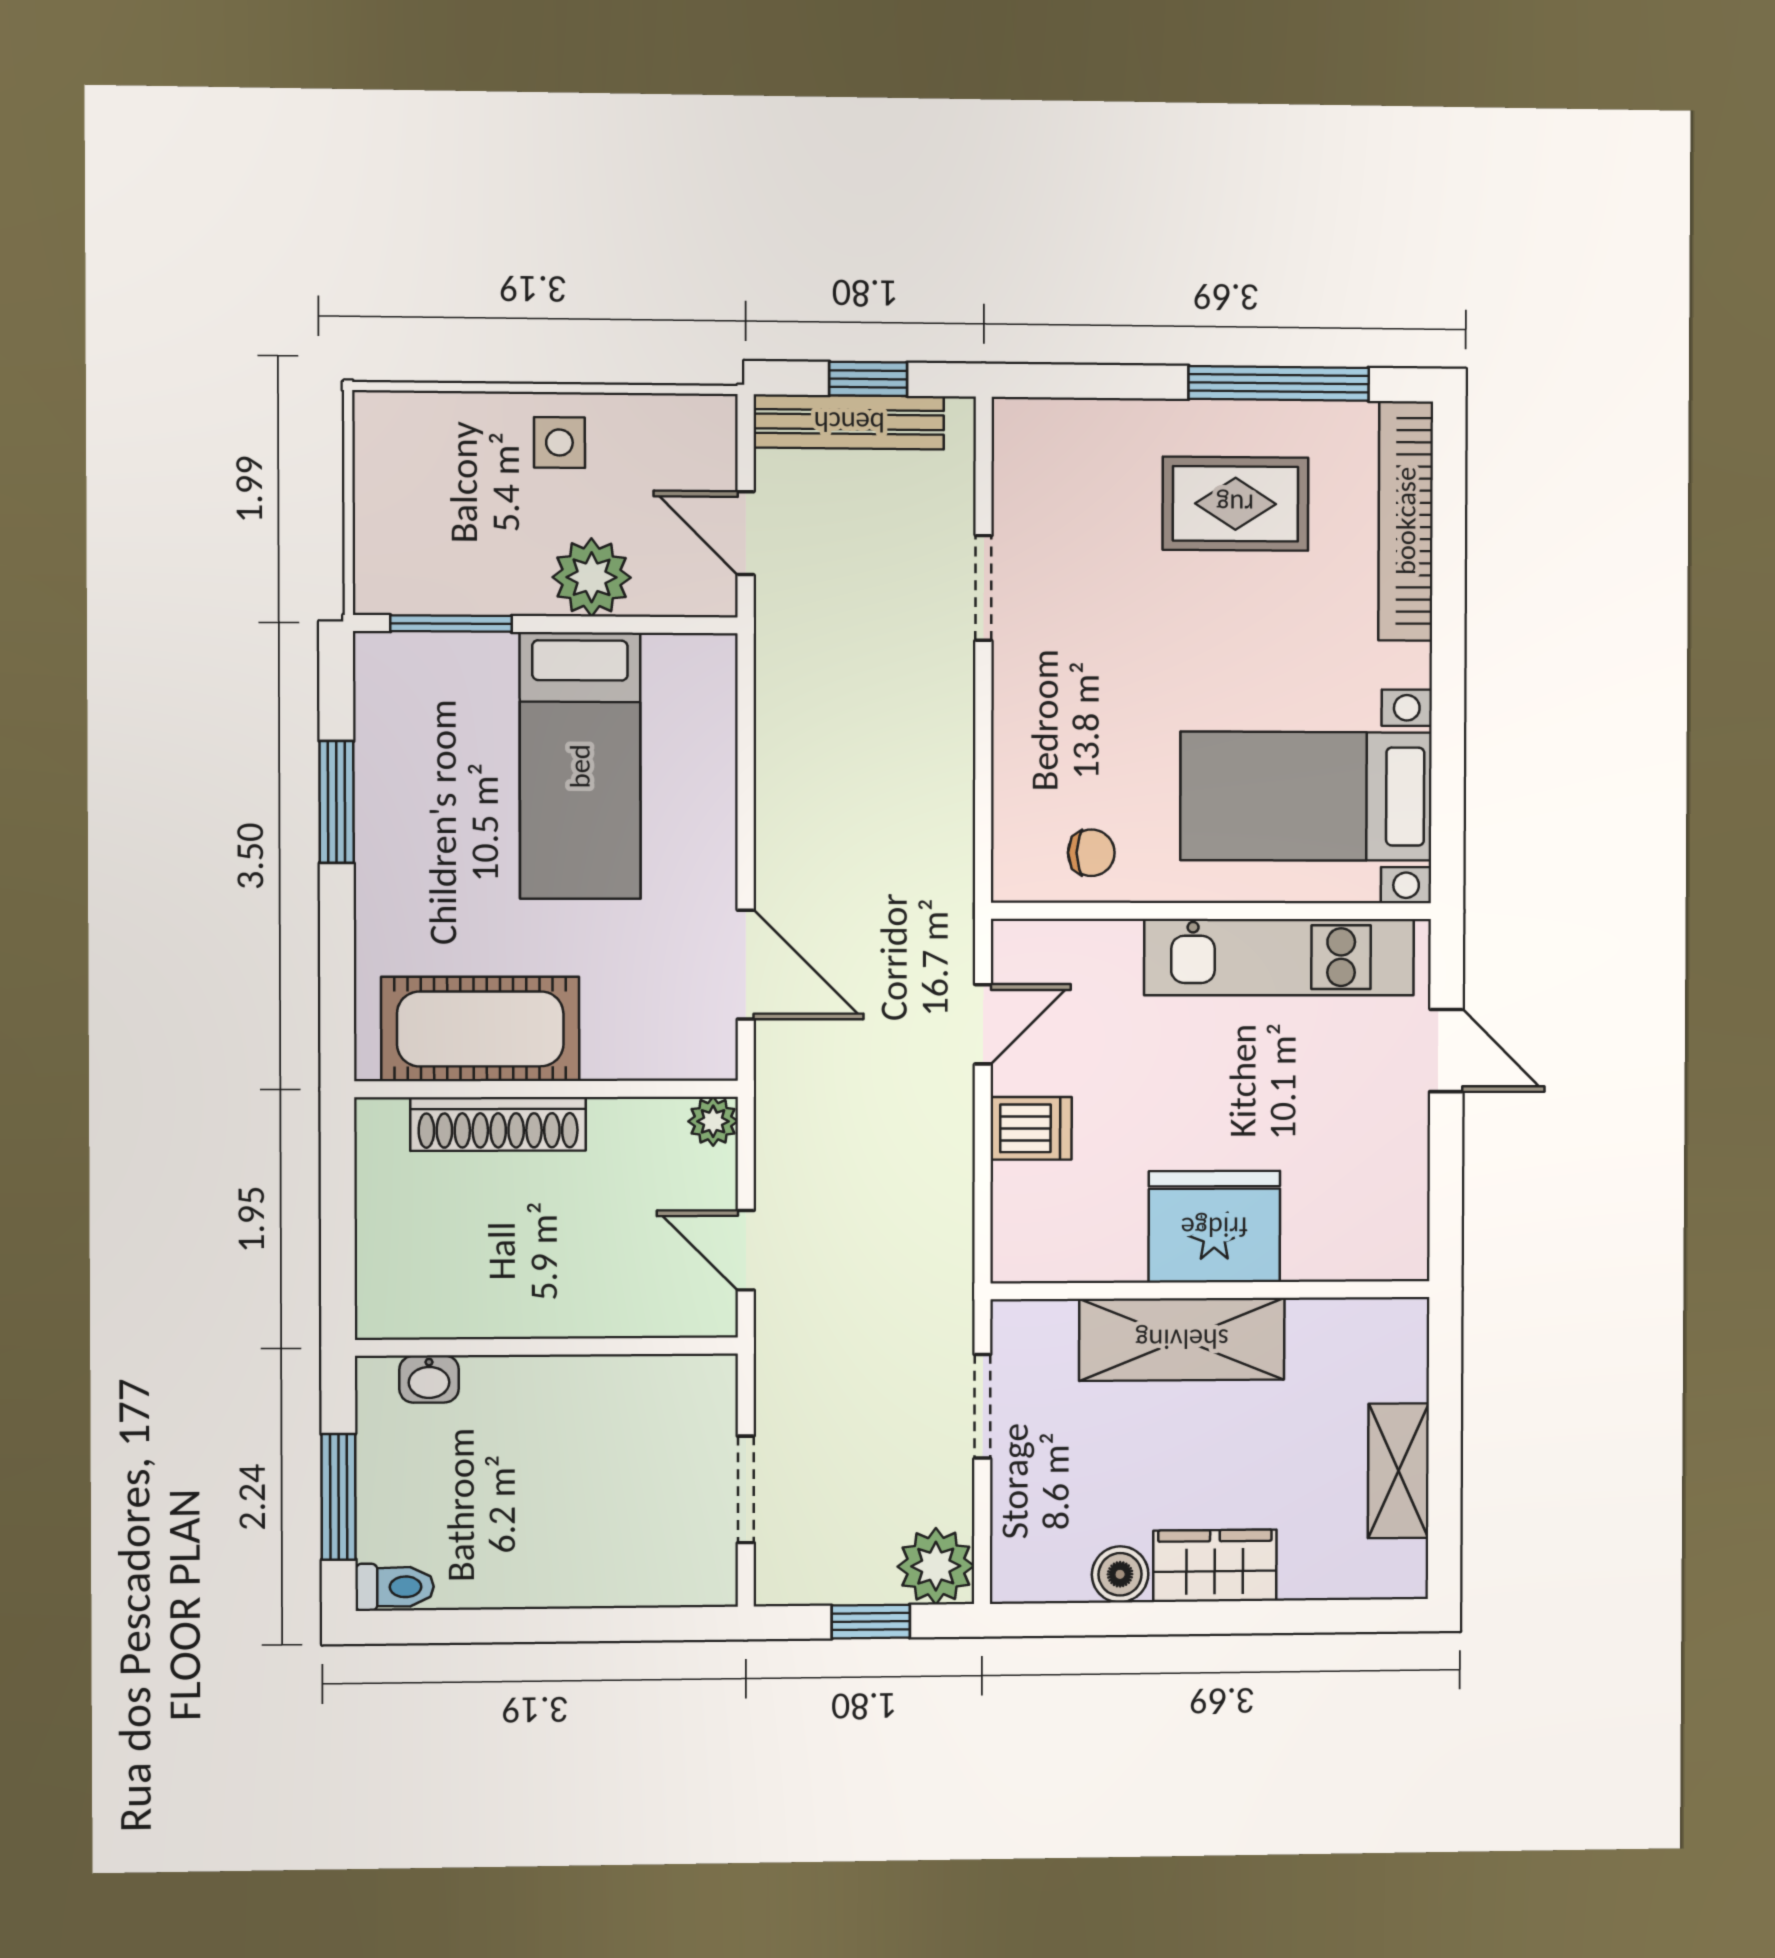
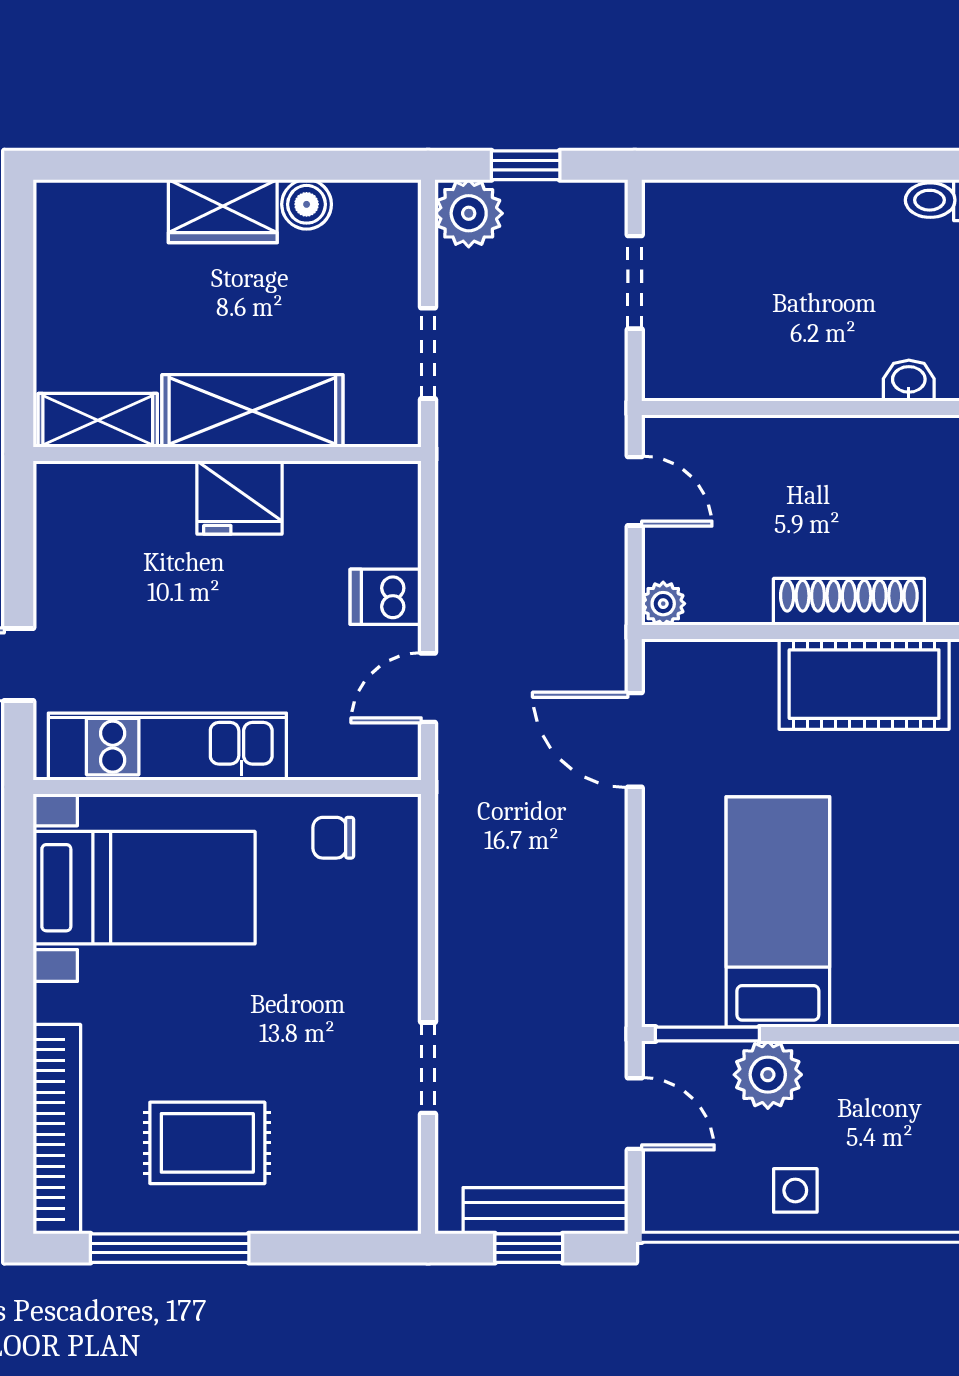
window: (451, 624) -> (707, 1034), moved
fridge: (1214, 1227) -> (239, 498), width x0.73, depth x0.75
shelving: (1398, 1471) -> (98, 420), moved, turned 90

